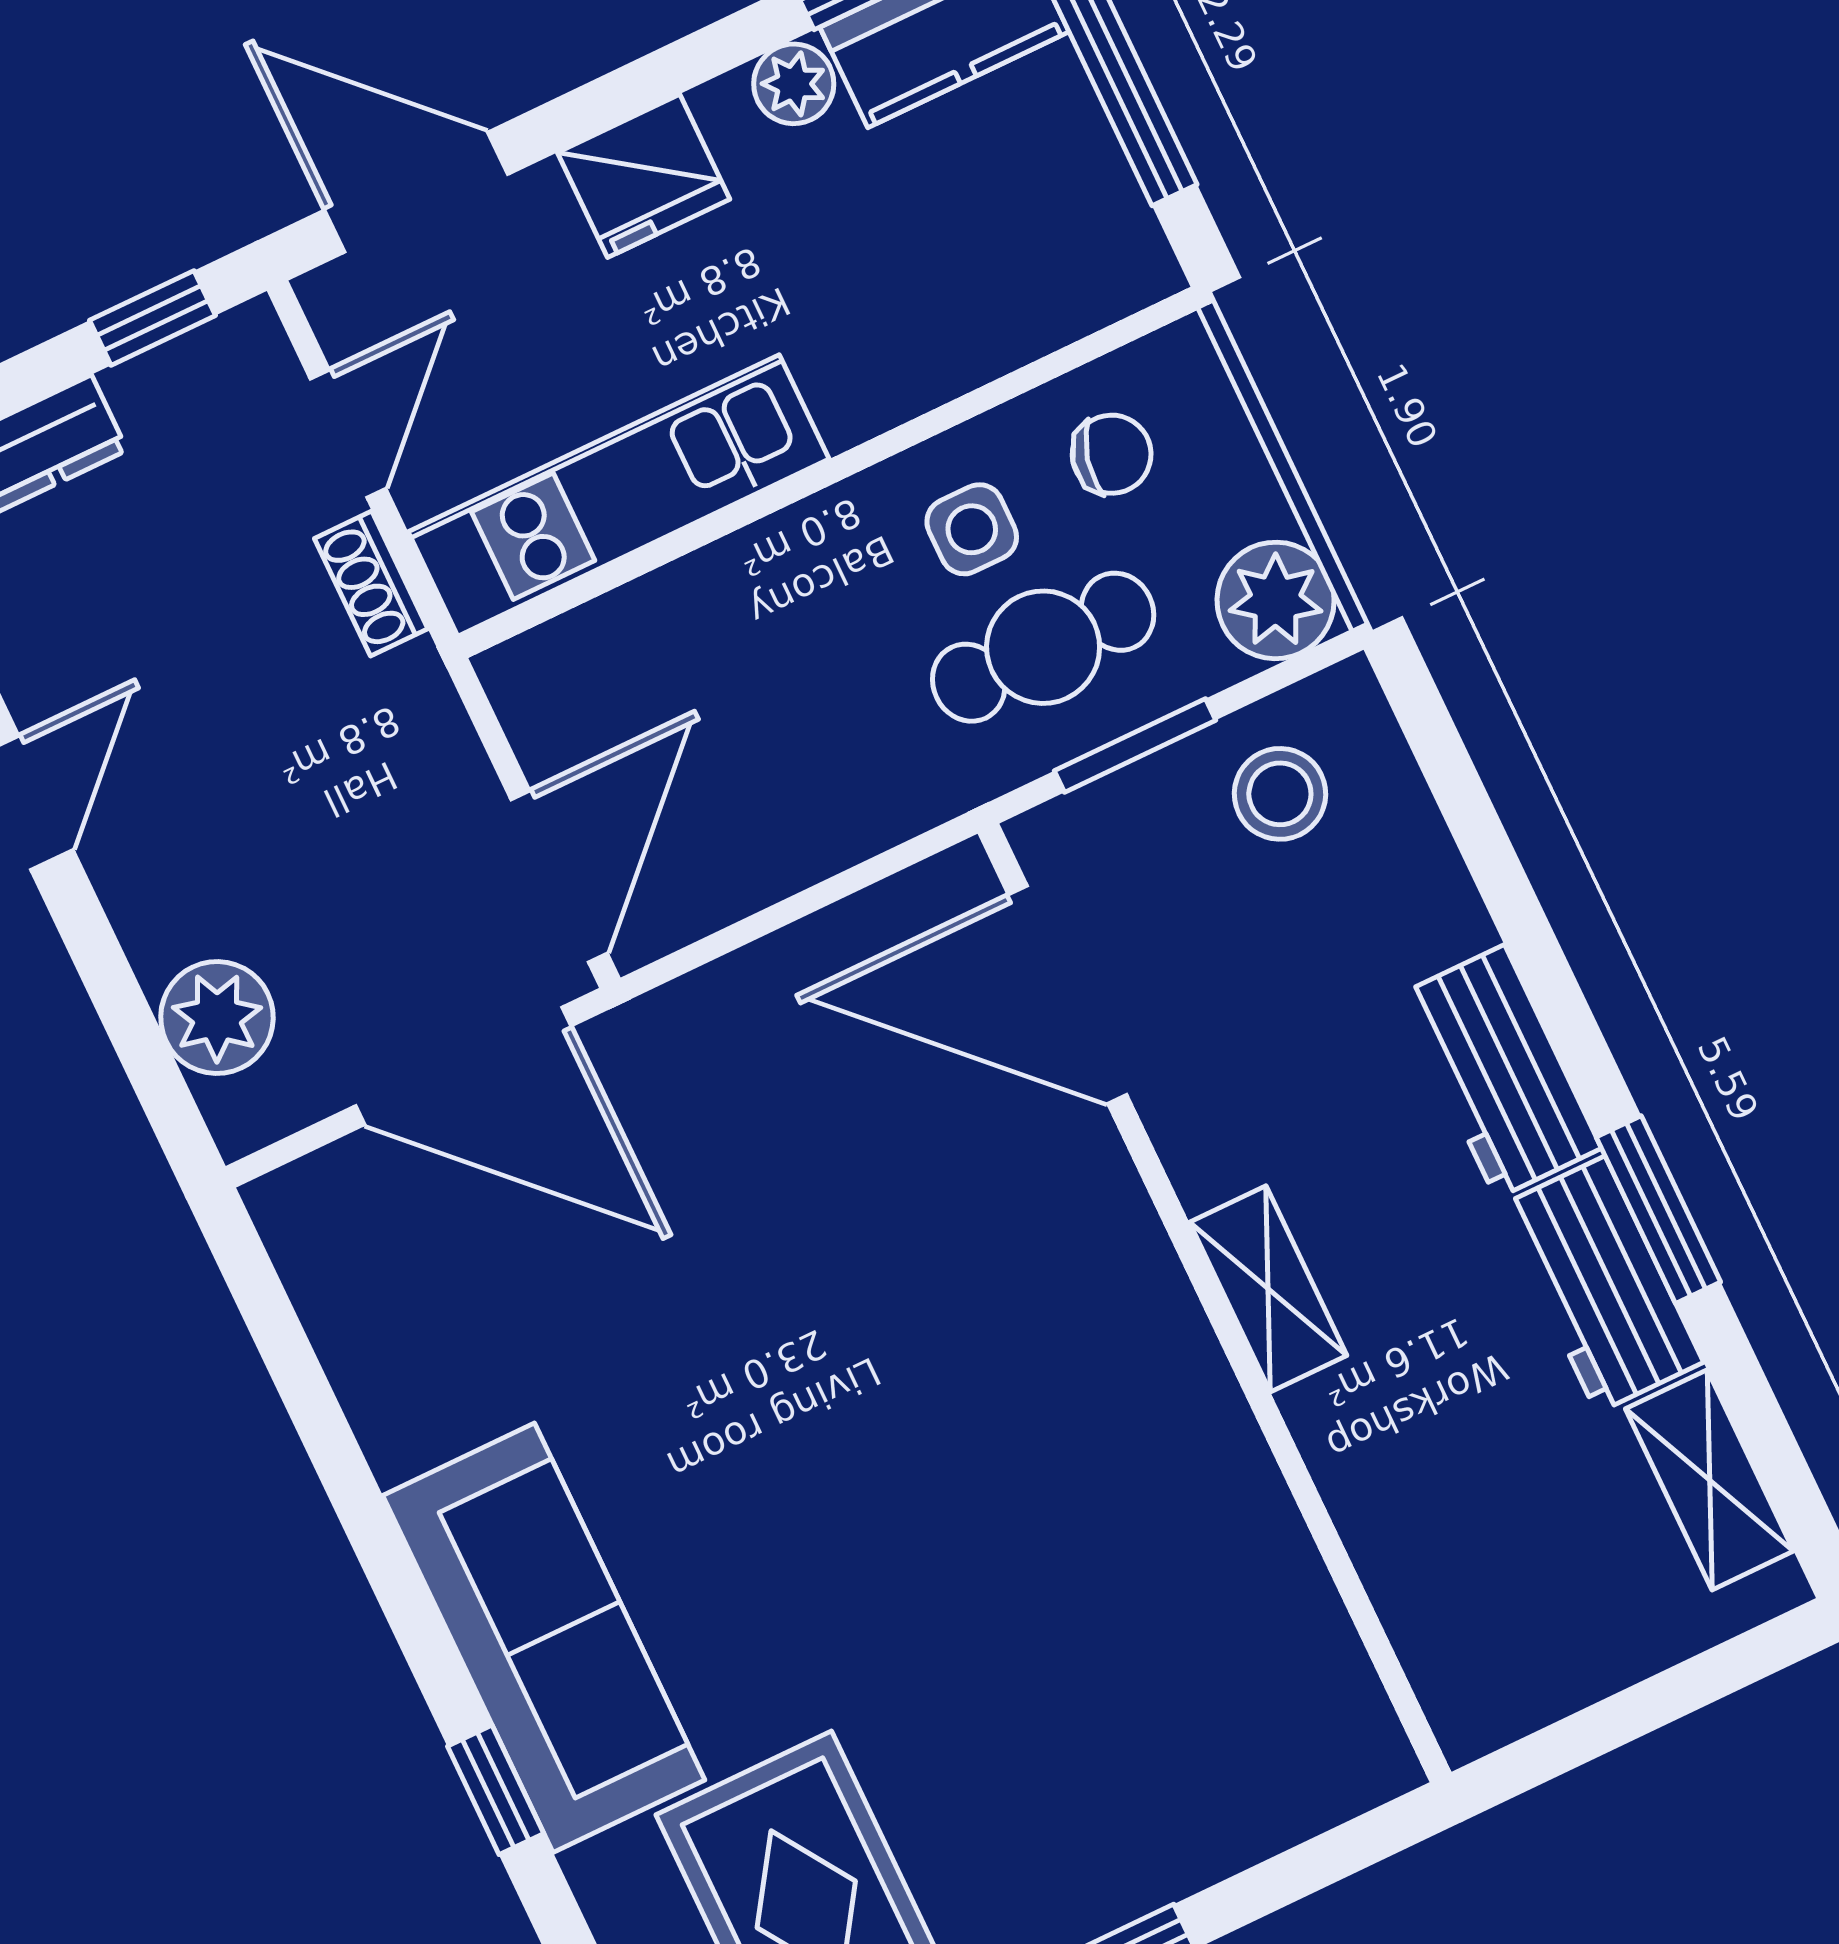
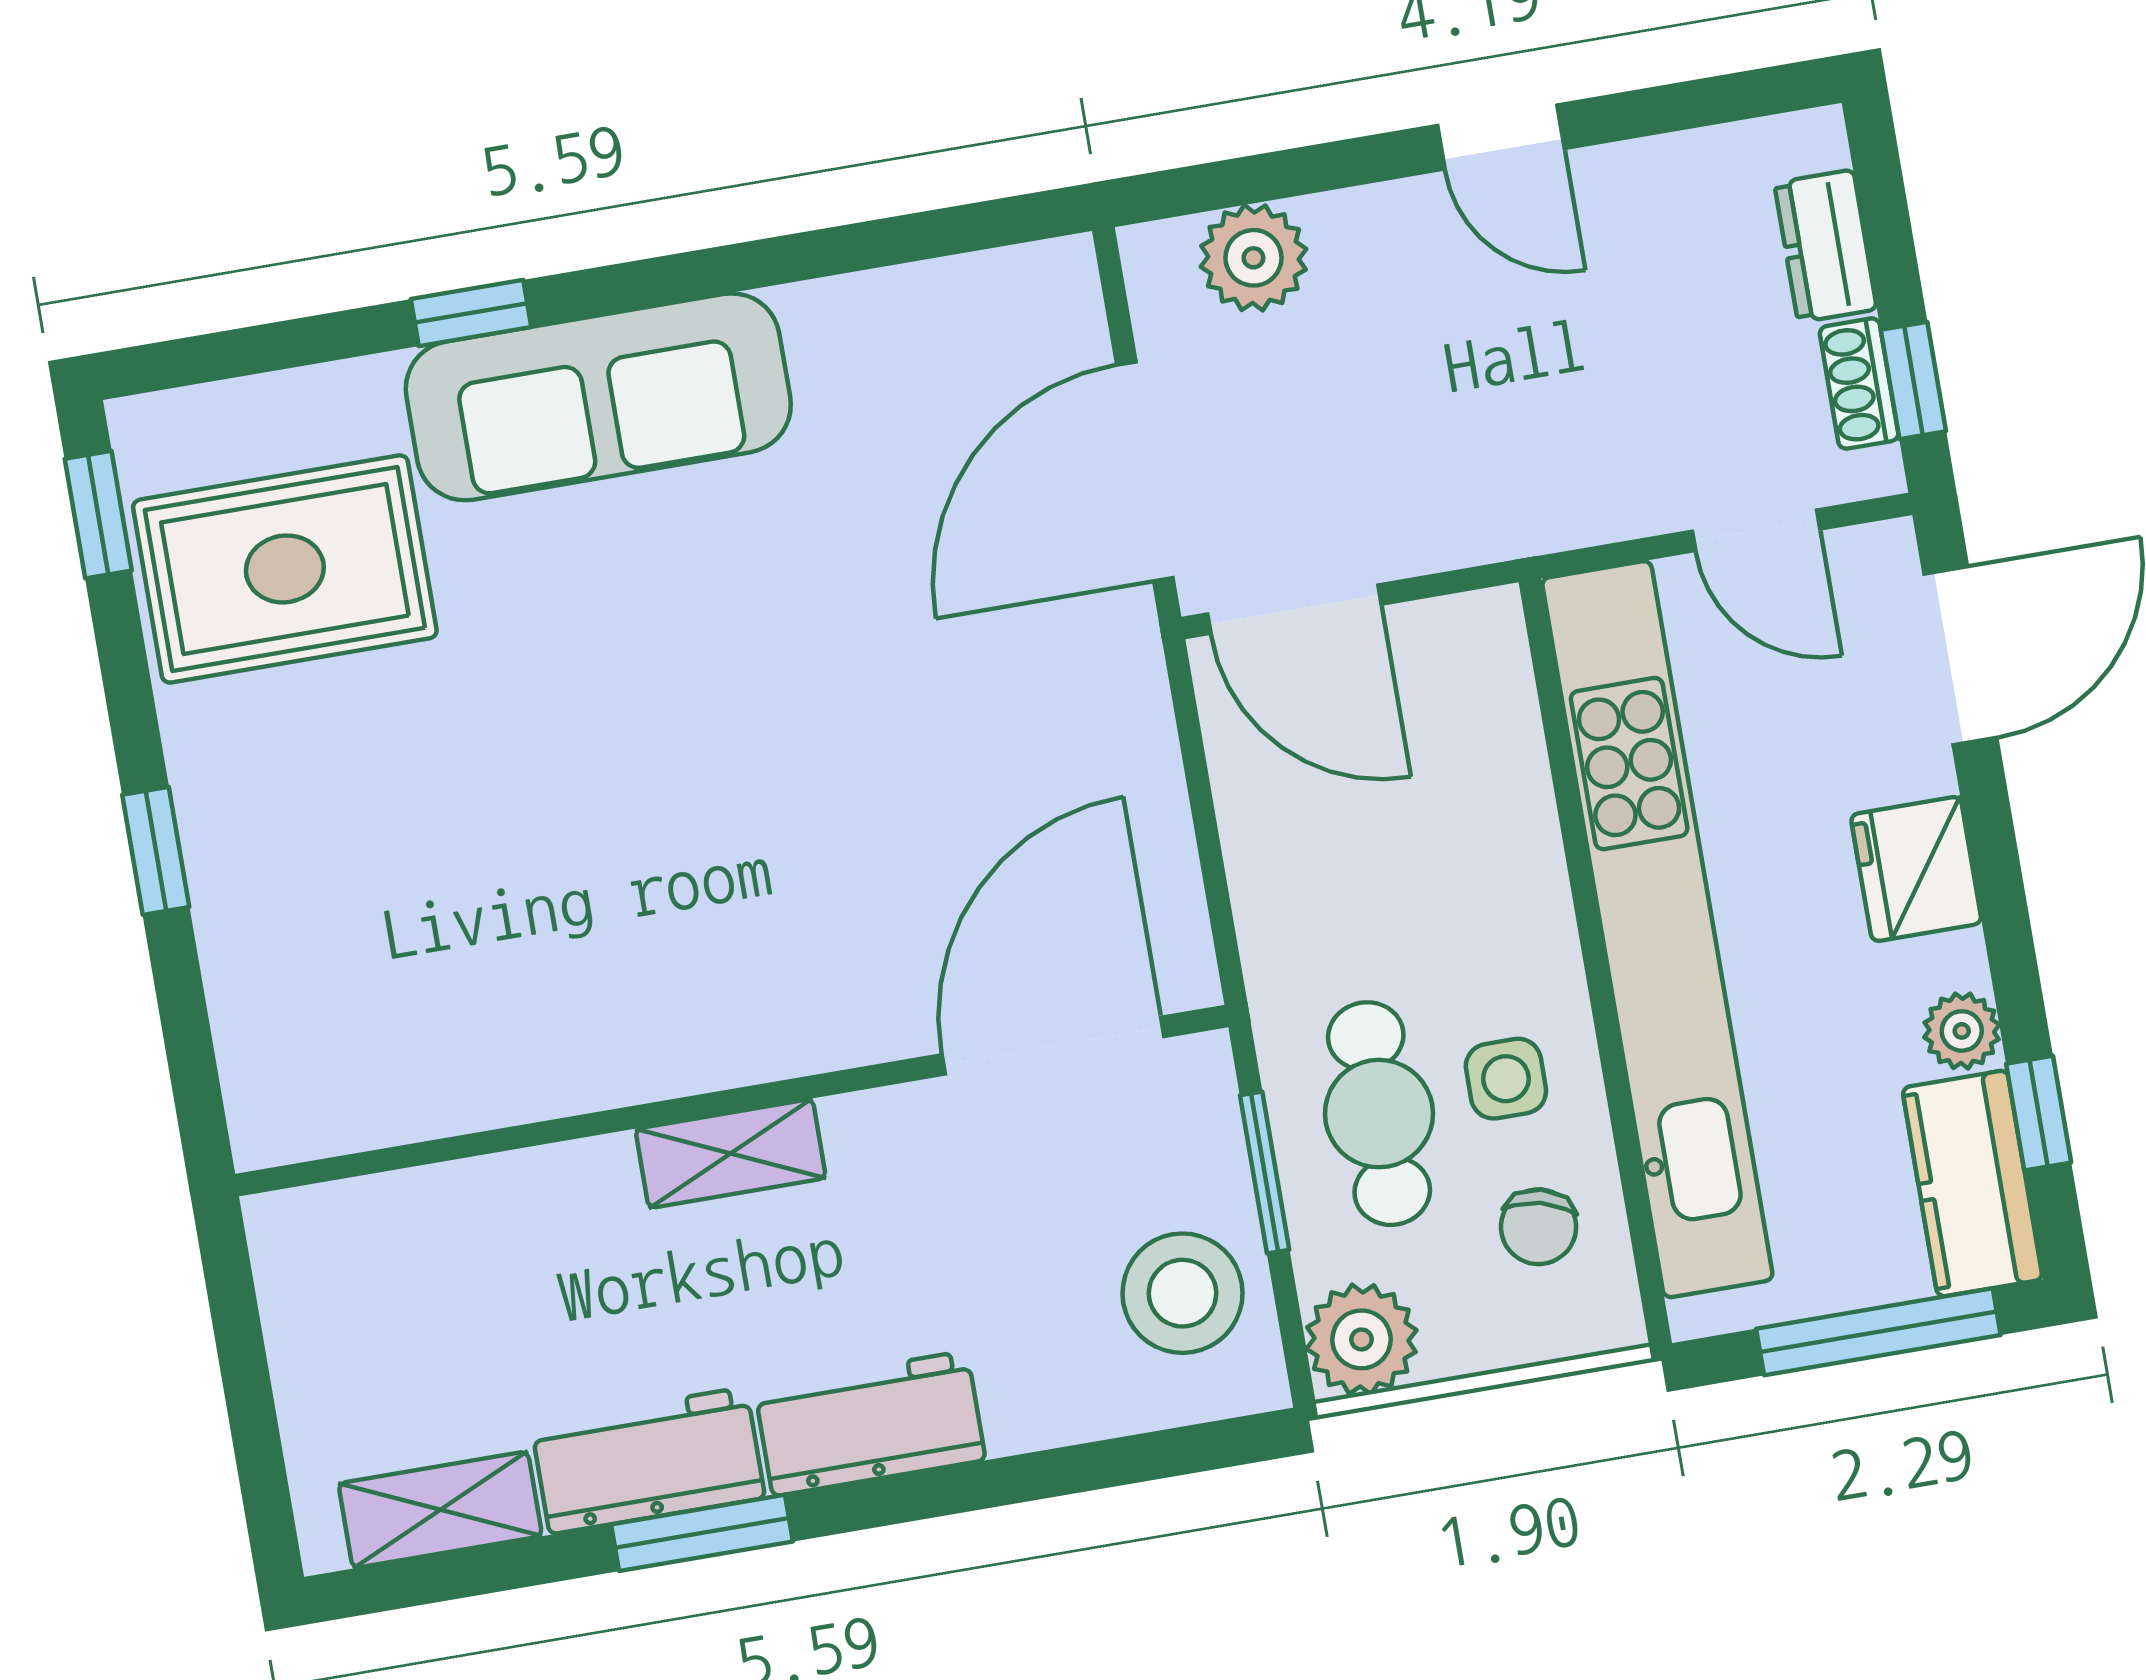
kitchen unit: (619, 495) -> (1657, 929), width x1.86
shoe rack: (371, 584) -> (1859, 384), moved, turned -90
stool: (1280, 794) -> (1183, 1293), width x1.38, depth x1.38

